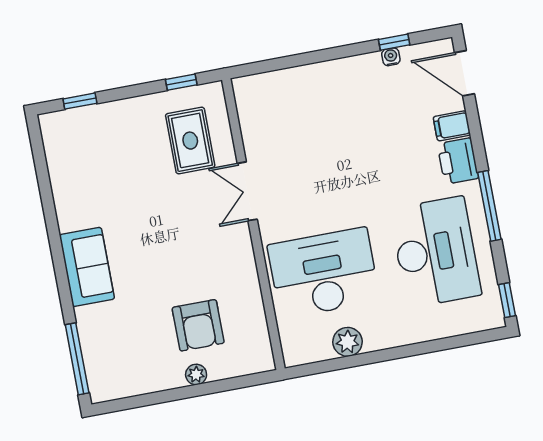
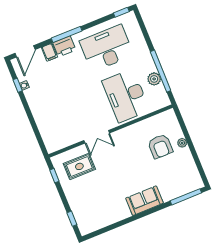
window: (489, 206) -> (67, 34), moved
armchair: (198, 325) -> (160, 146), turned 90
window: (362, 359) -> (161, 71), added

